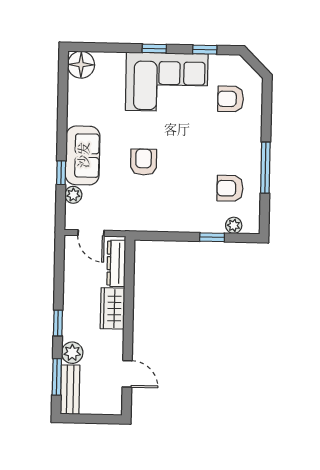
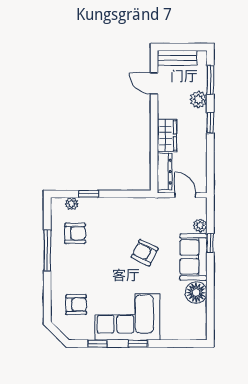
floor lamp: (81, 65) -> (196, 293), moved
armchair: (144, 162) -> (145, 253), turned 116
bench: (70, 390) -> (177, 58), moved, turned 90

